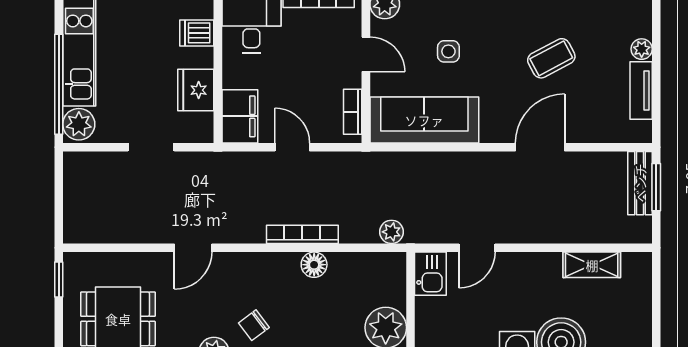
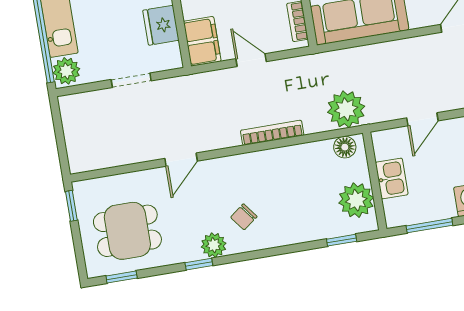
plant: (392, 232) -> (346, 109), width x1.88, depth x1.88
floor lamp: (314, 265) -> (345, 147), moved
kitchen sink: (430, 274) -> (392, 178), moved

